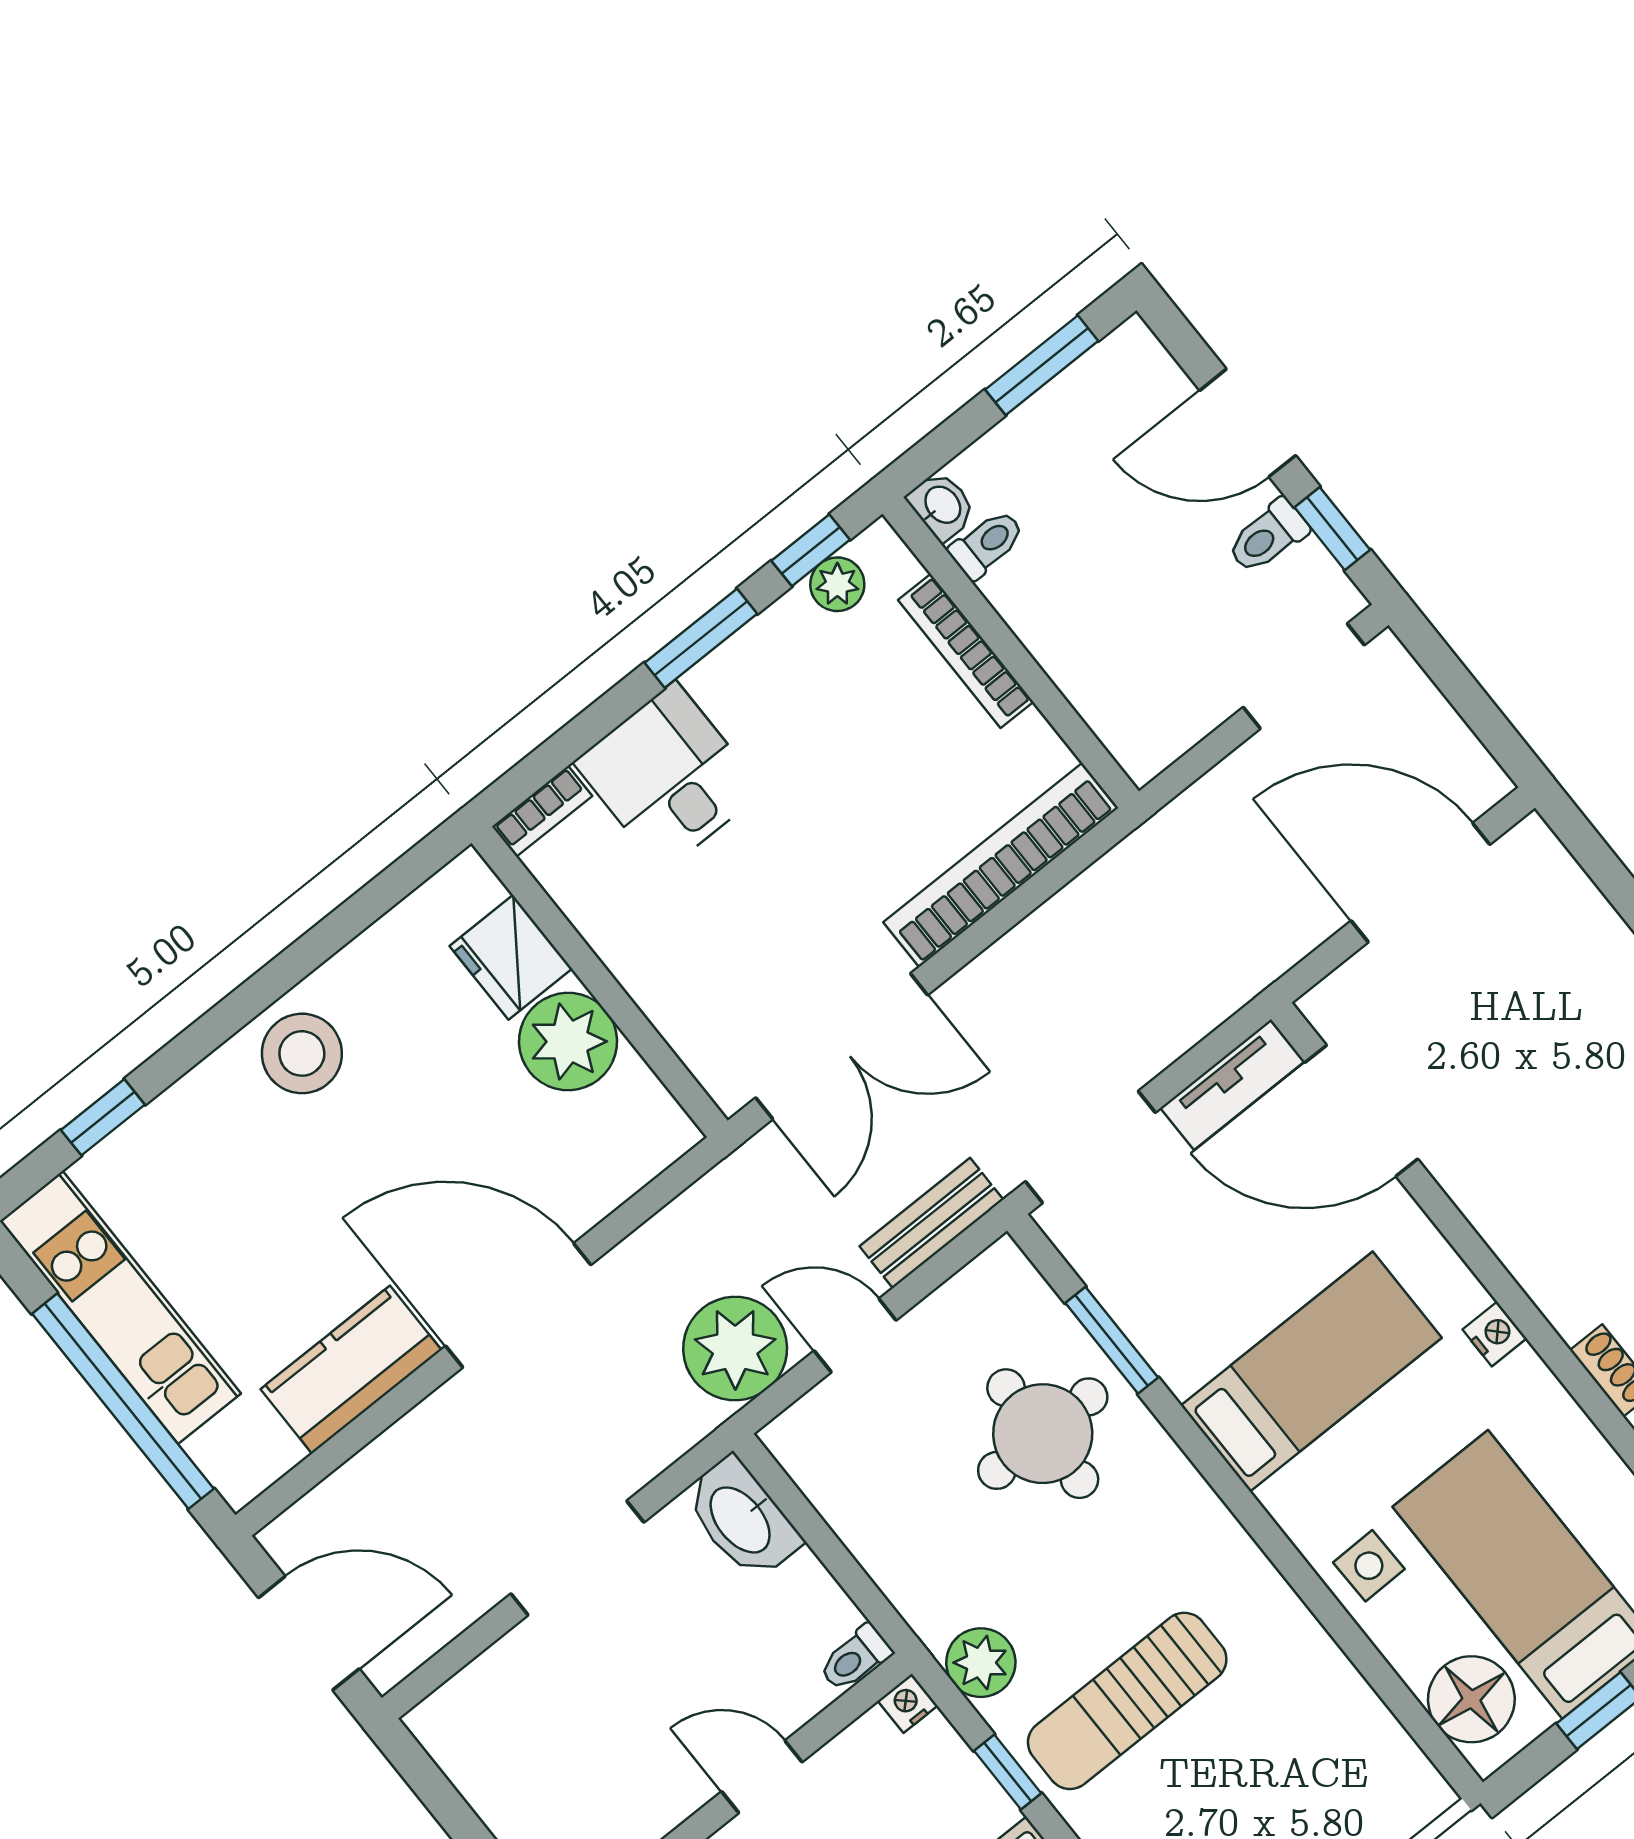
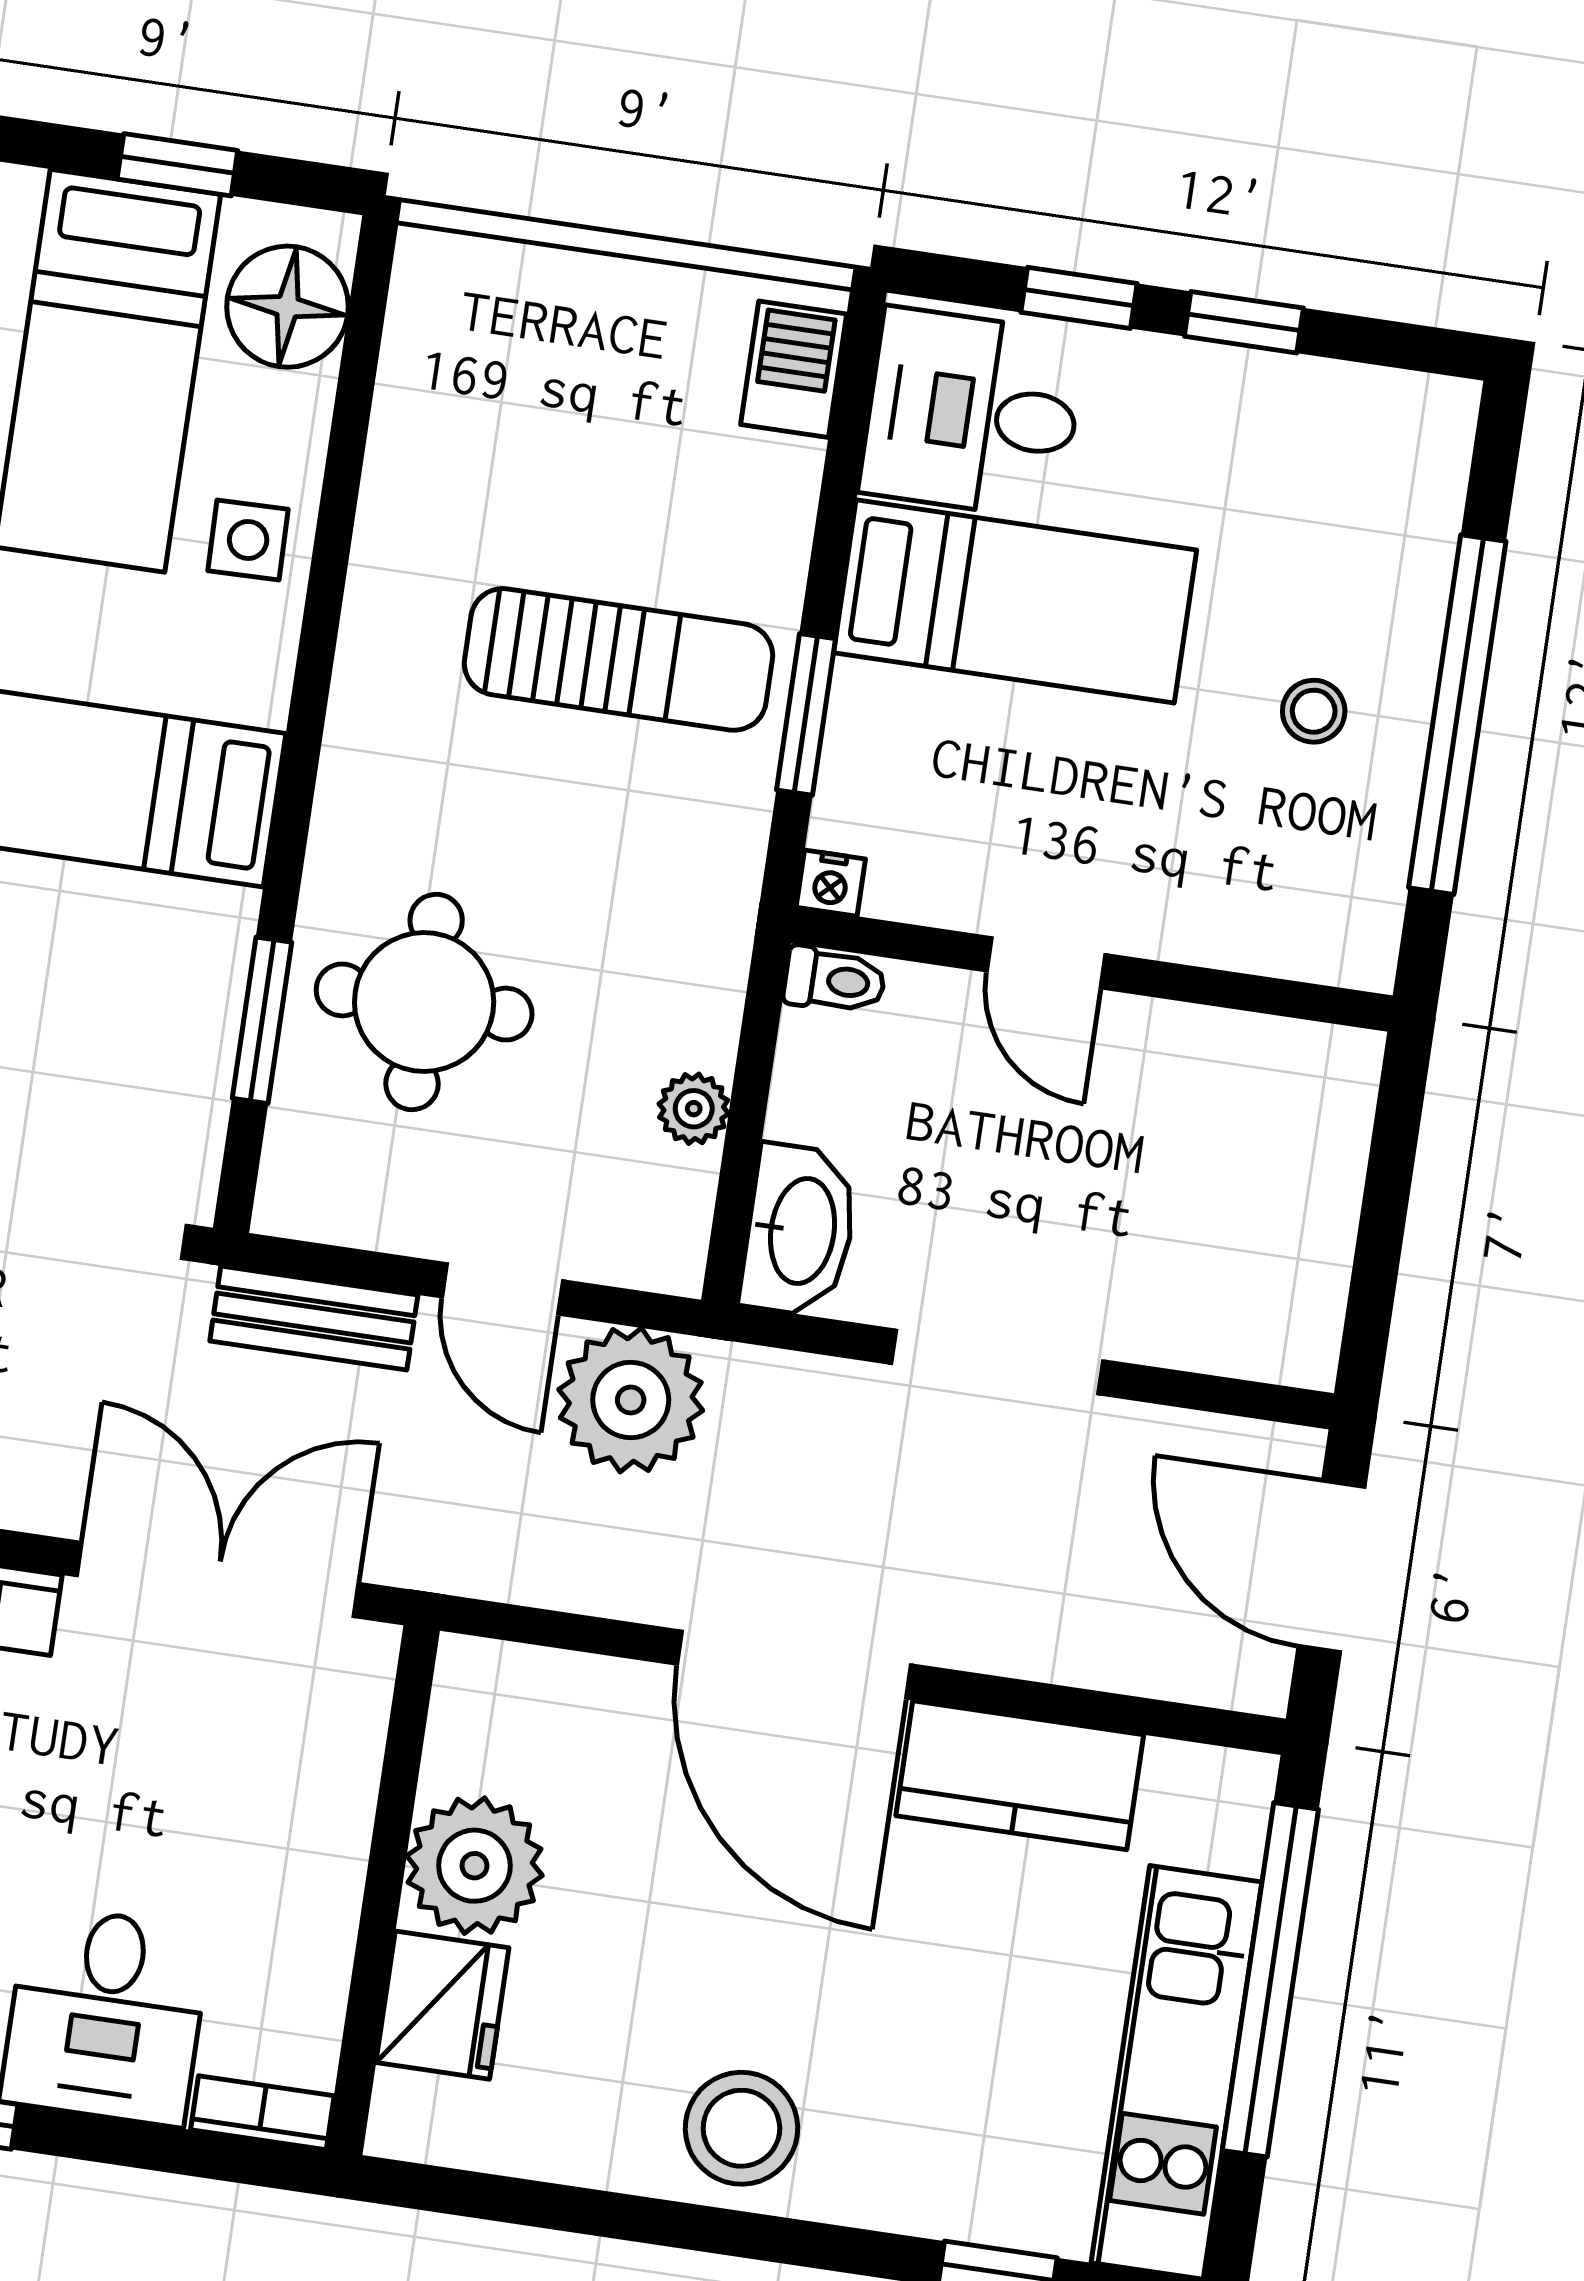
plant: (981, 1663) -> (694, 1109), moved, width x0.73, depth x0.73
window: (1008, 1772) -> (806, 714), width x1.50

